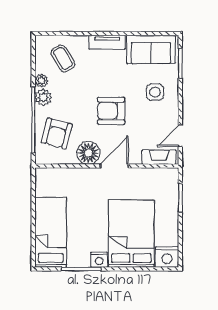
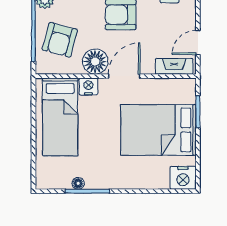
bed: (51, 232) -> (60, 117), moved, turned 180
bed: (131, 234) -> (158, 130), moved, turned -90
nightstand: (99, 260) -> (88, 86), moved, turned 180
floor lamp: (73, 262) -> (78, 183), added

